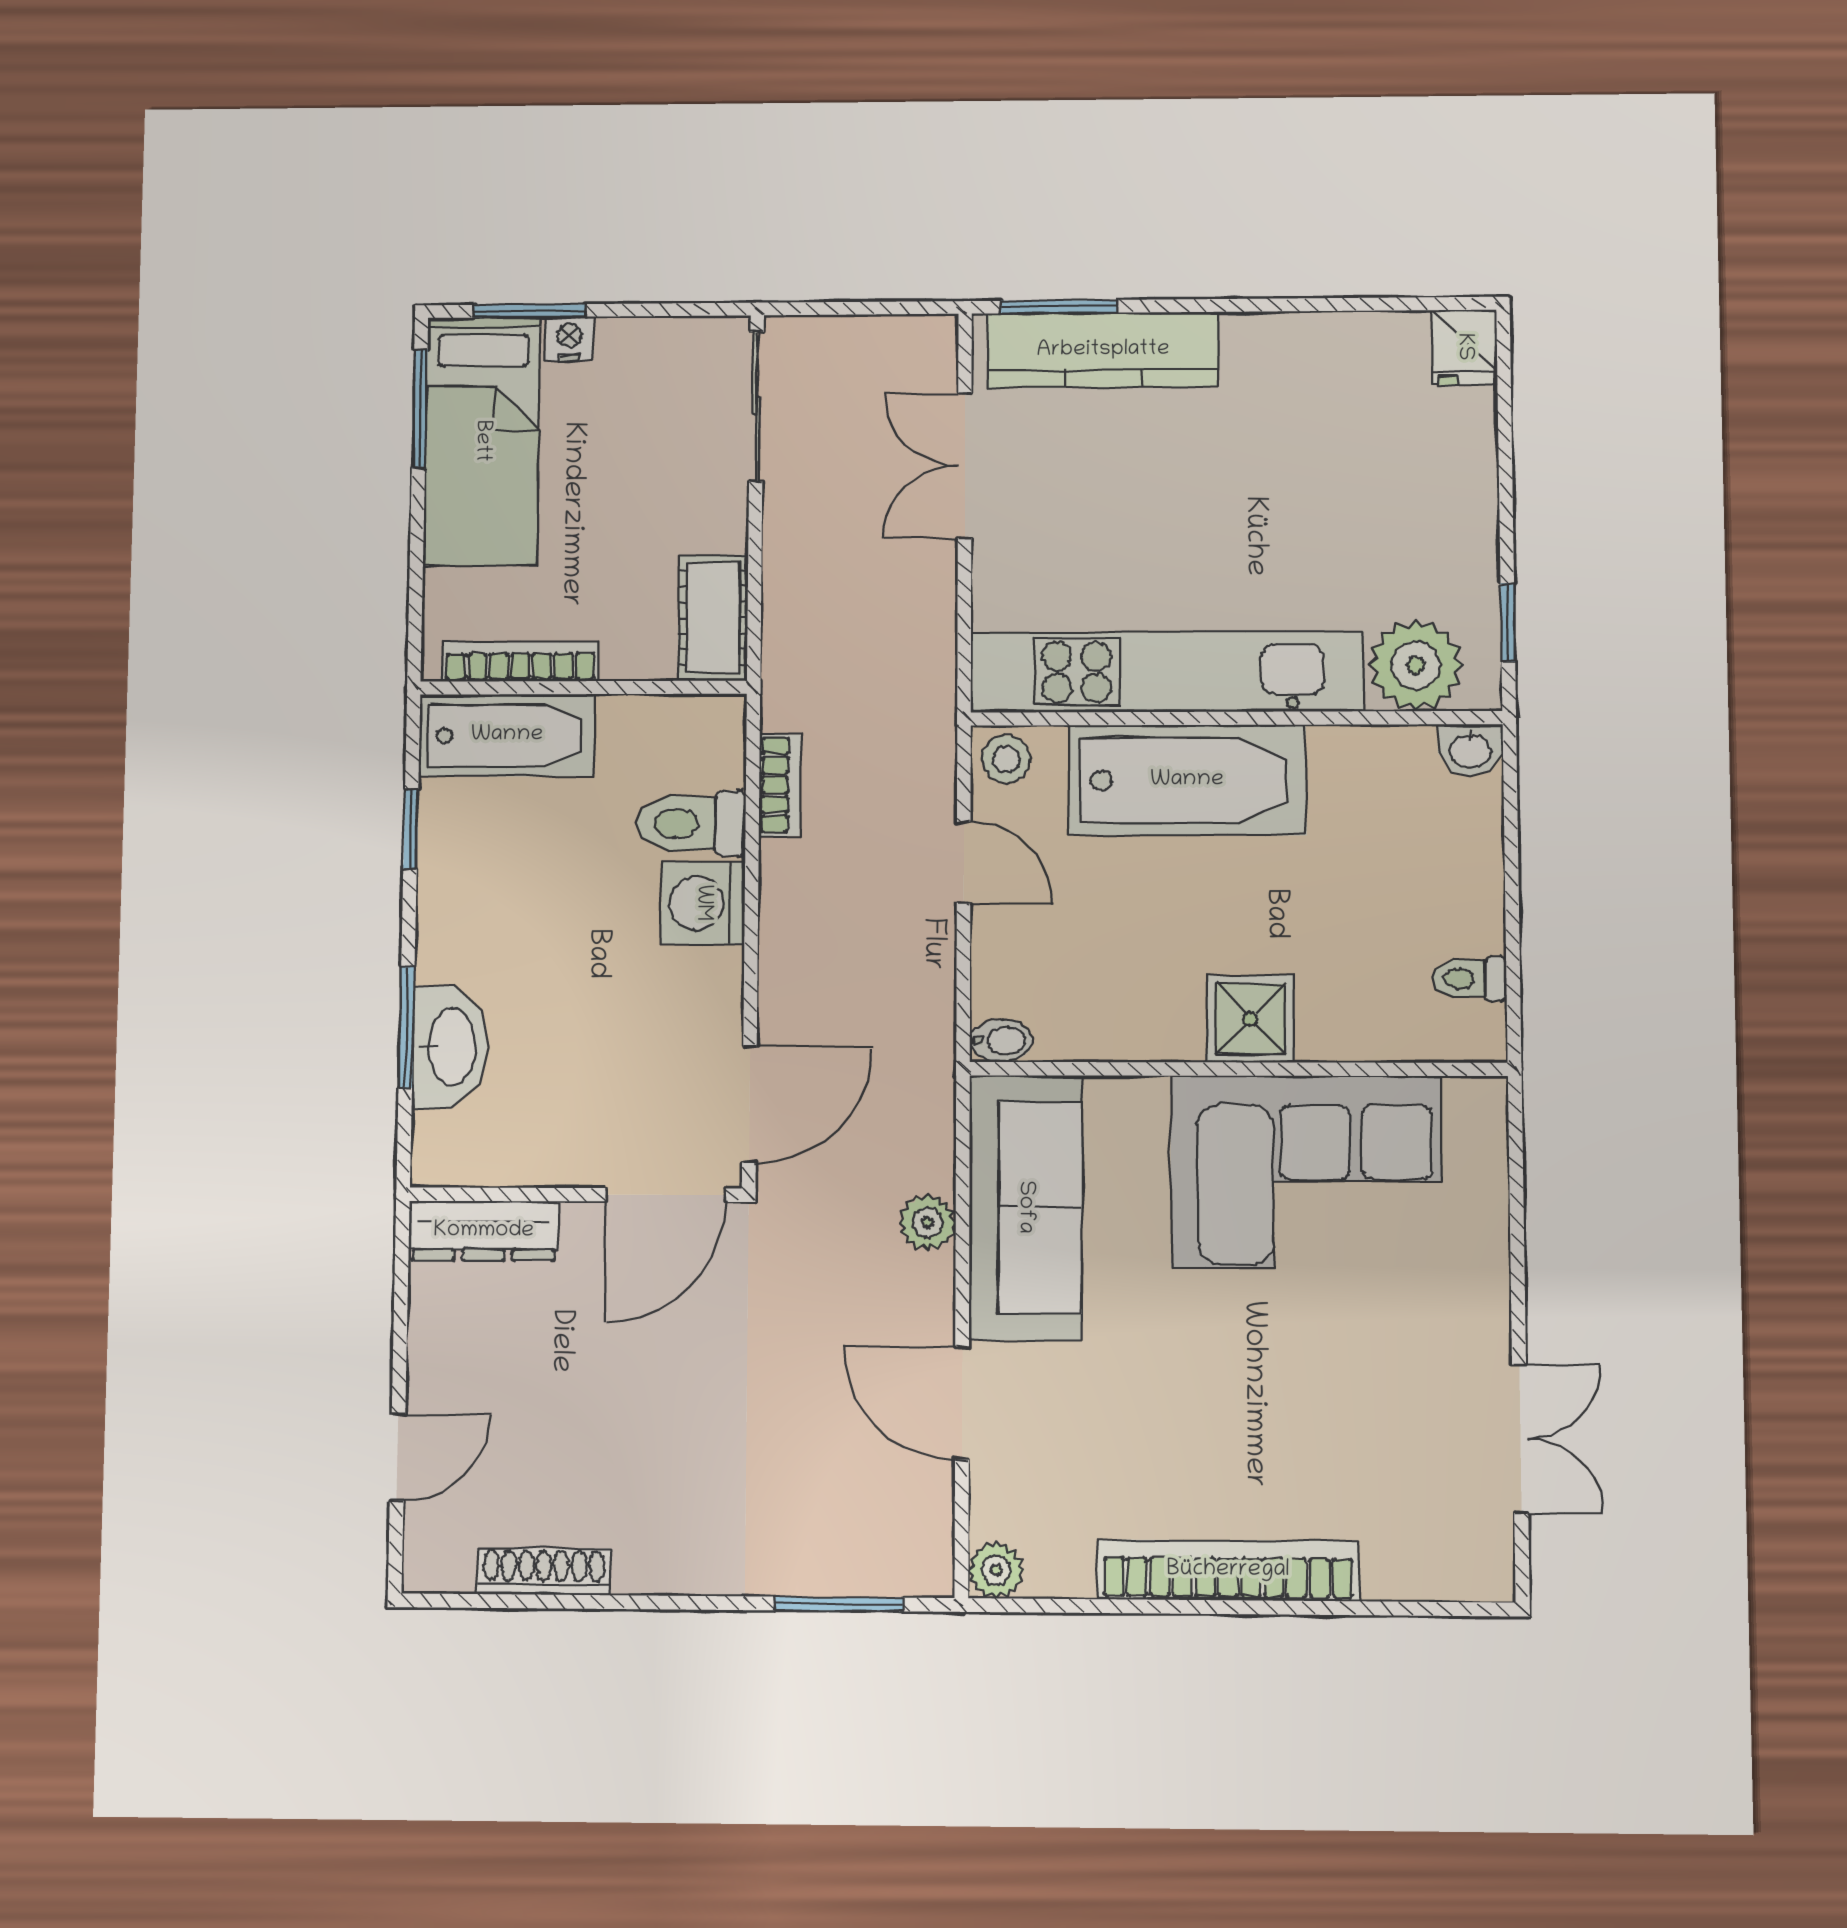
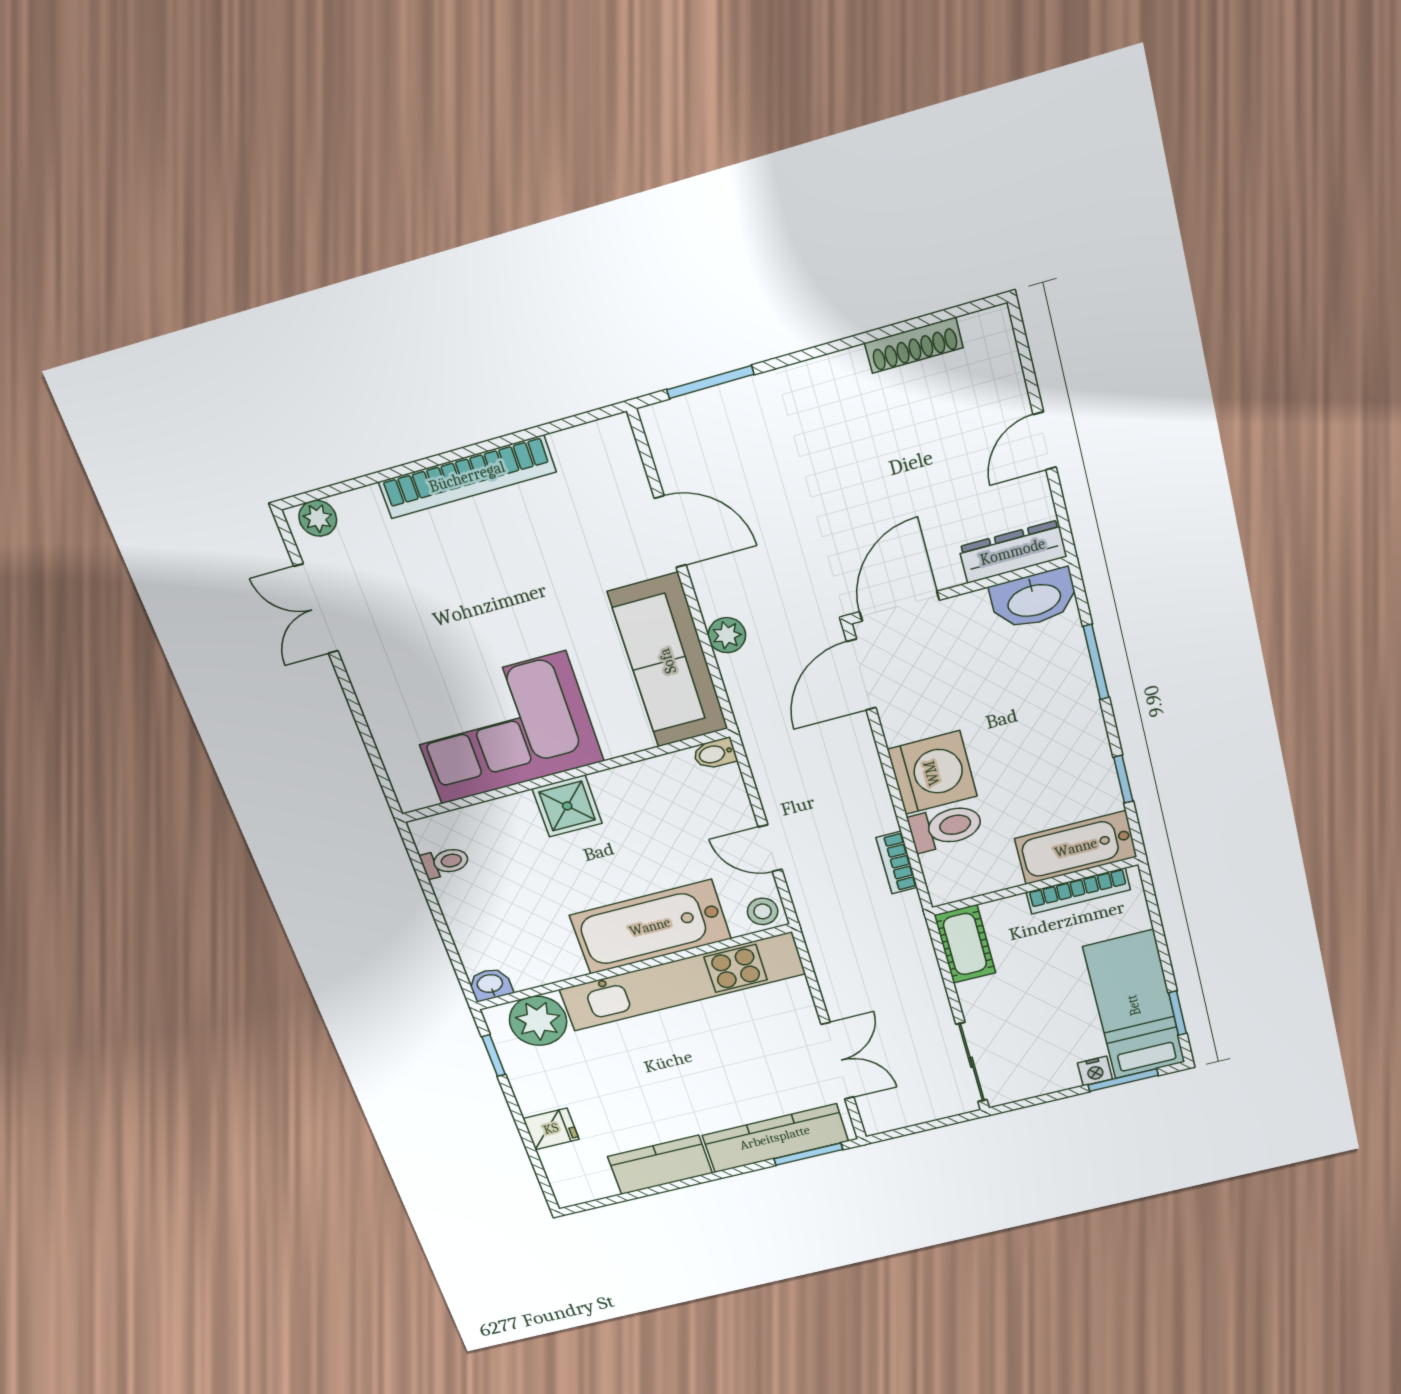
fridge: (1464, 347) -> (551, 1129), moved, turned 90
kitchen counter: (1304, 350) -> (660, 1165), added
window: (420, 408) -> (1178, 1013), width x0.67
washing machine: (703, 903) -> (932, 773), width x1.37, depth x1.37
washbasin: (450, 1047) -> (1034, 599), moved, turned -90
door: (398, 1457) -> (1045, 441), moved
plant: (996, 1570) -> (318, 518), moved

